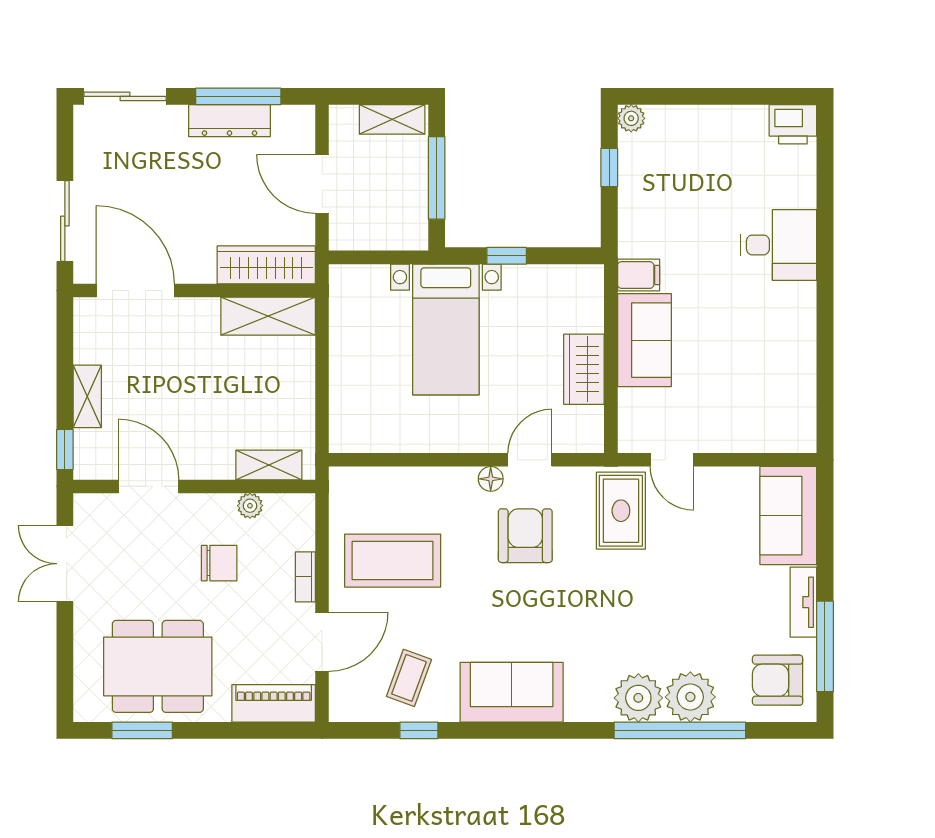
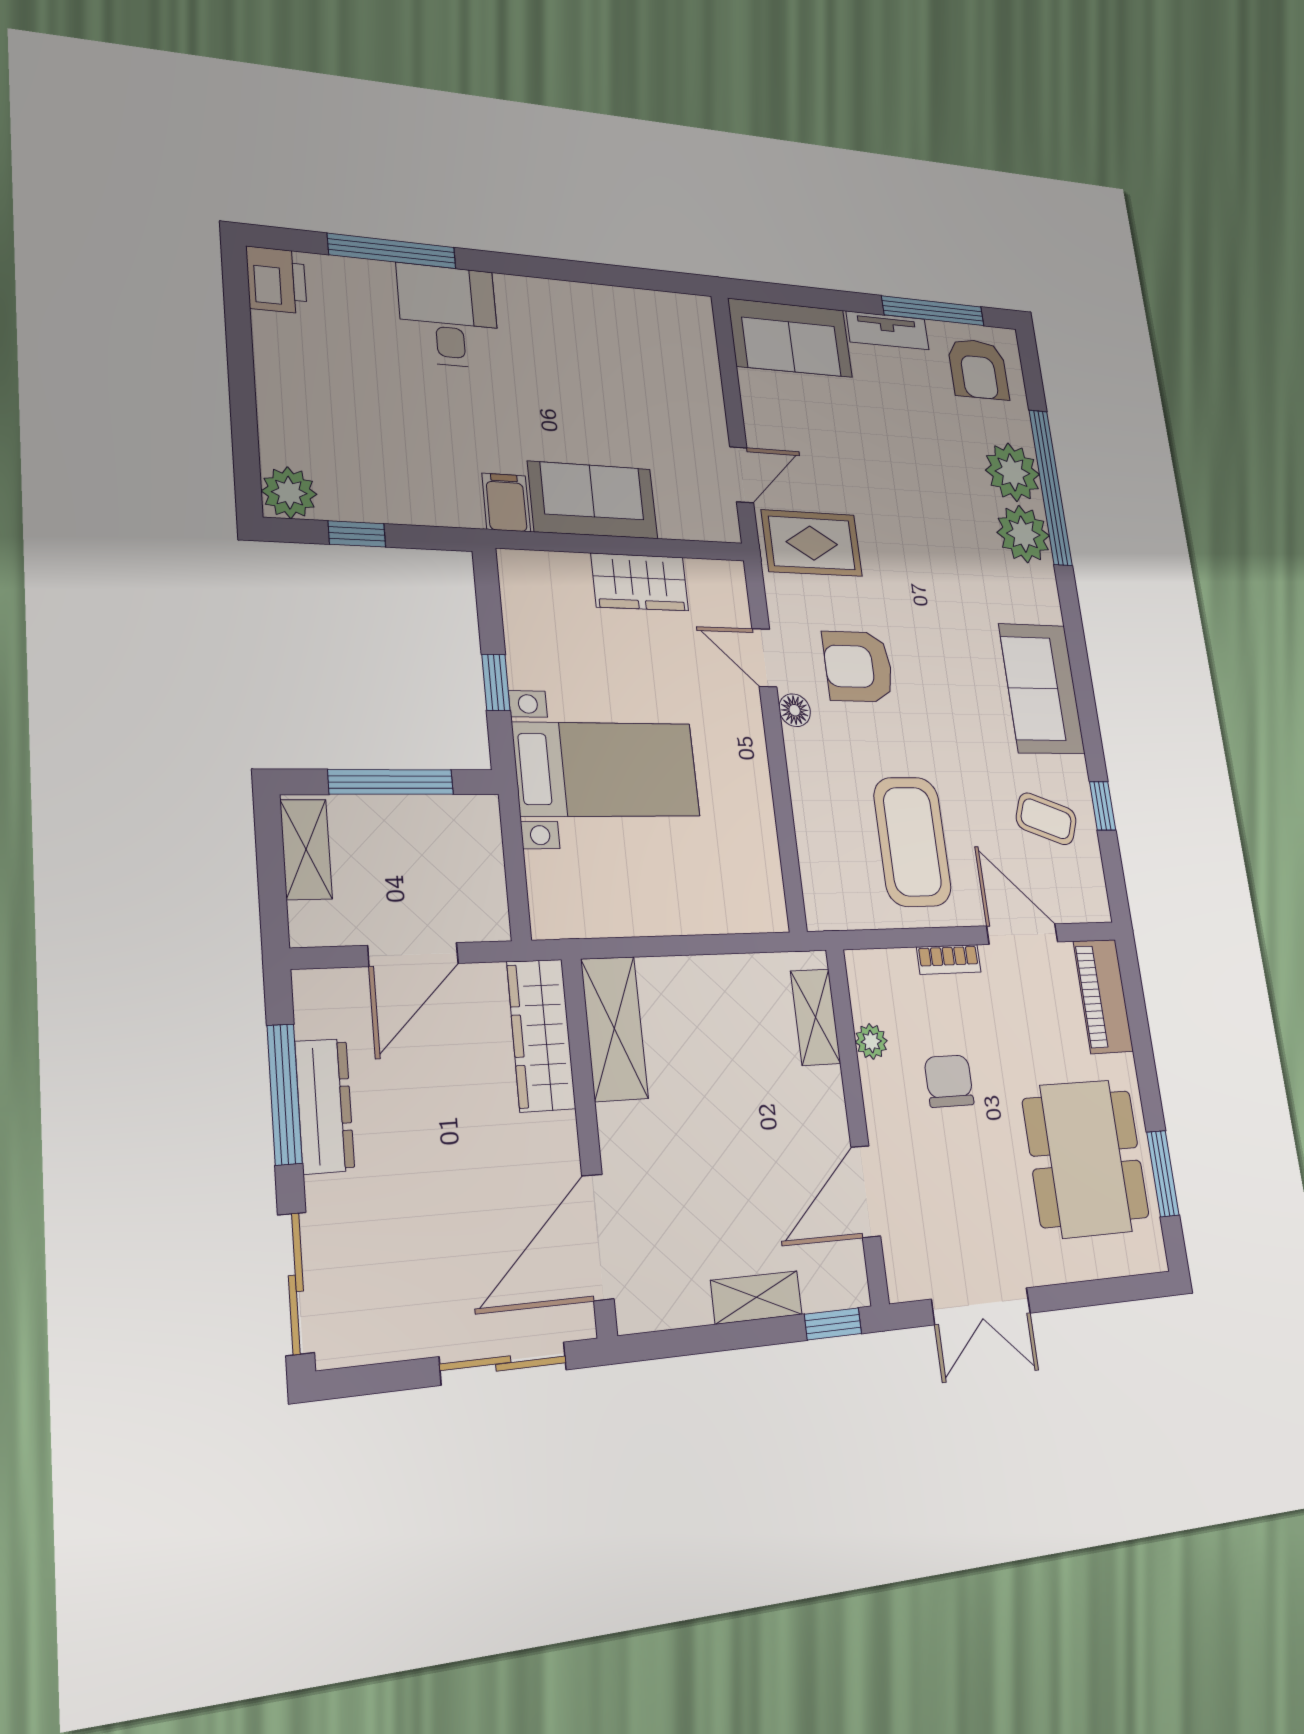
plant: (631, 118) -> (289, 493), width x1.38, depth x1.38
window: (825, 208) -> (392, 251), added

